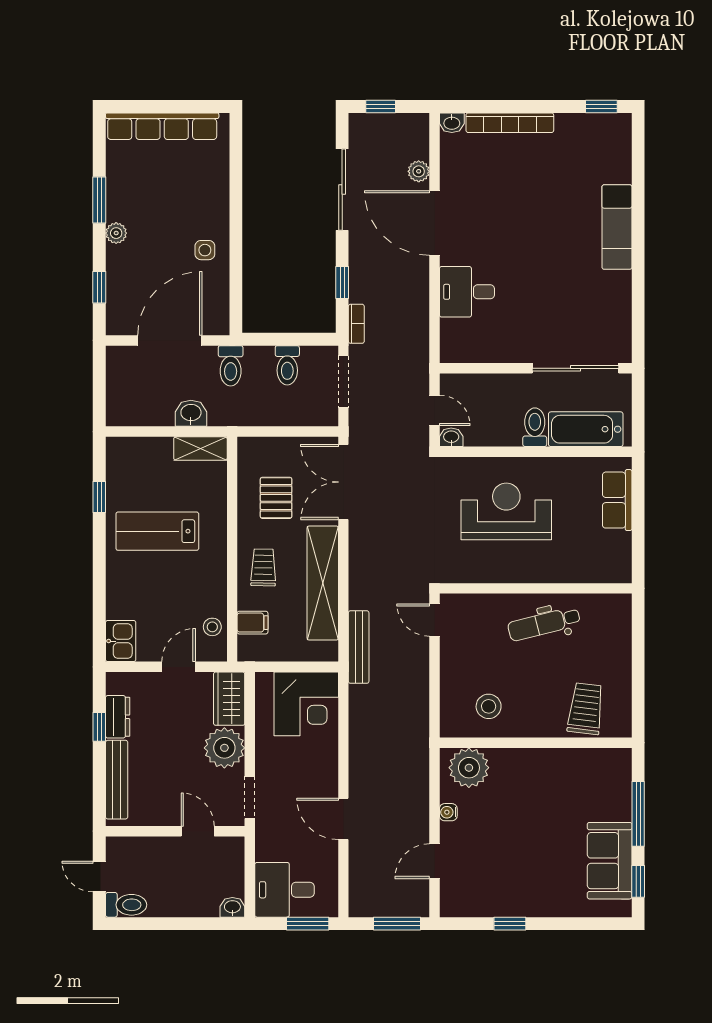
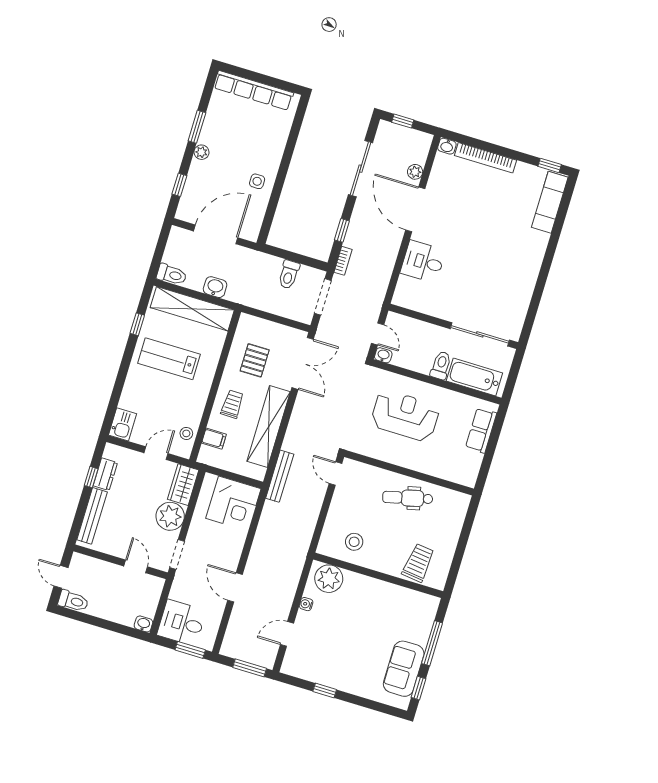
exam couch: (617, 227) -> (550, 202), moved
toilet: (231, 366) -> (172, 275), moved, turned -90
shelving: (200, 449) -> (192, 309), width x2.20, depth x1.33
double door: (343, 482) -> (303, 363), swing flipped

